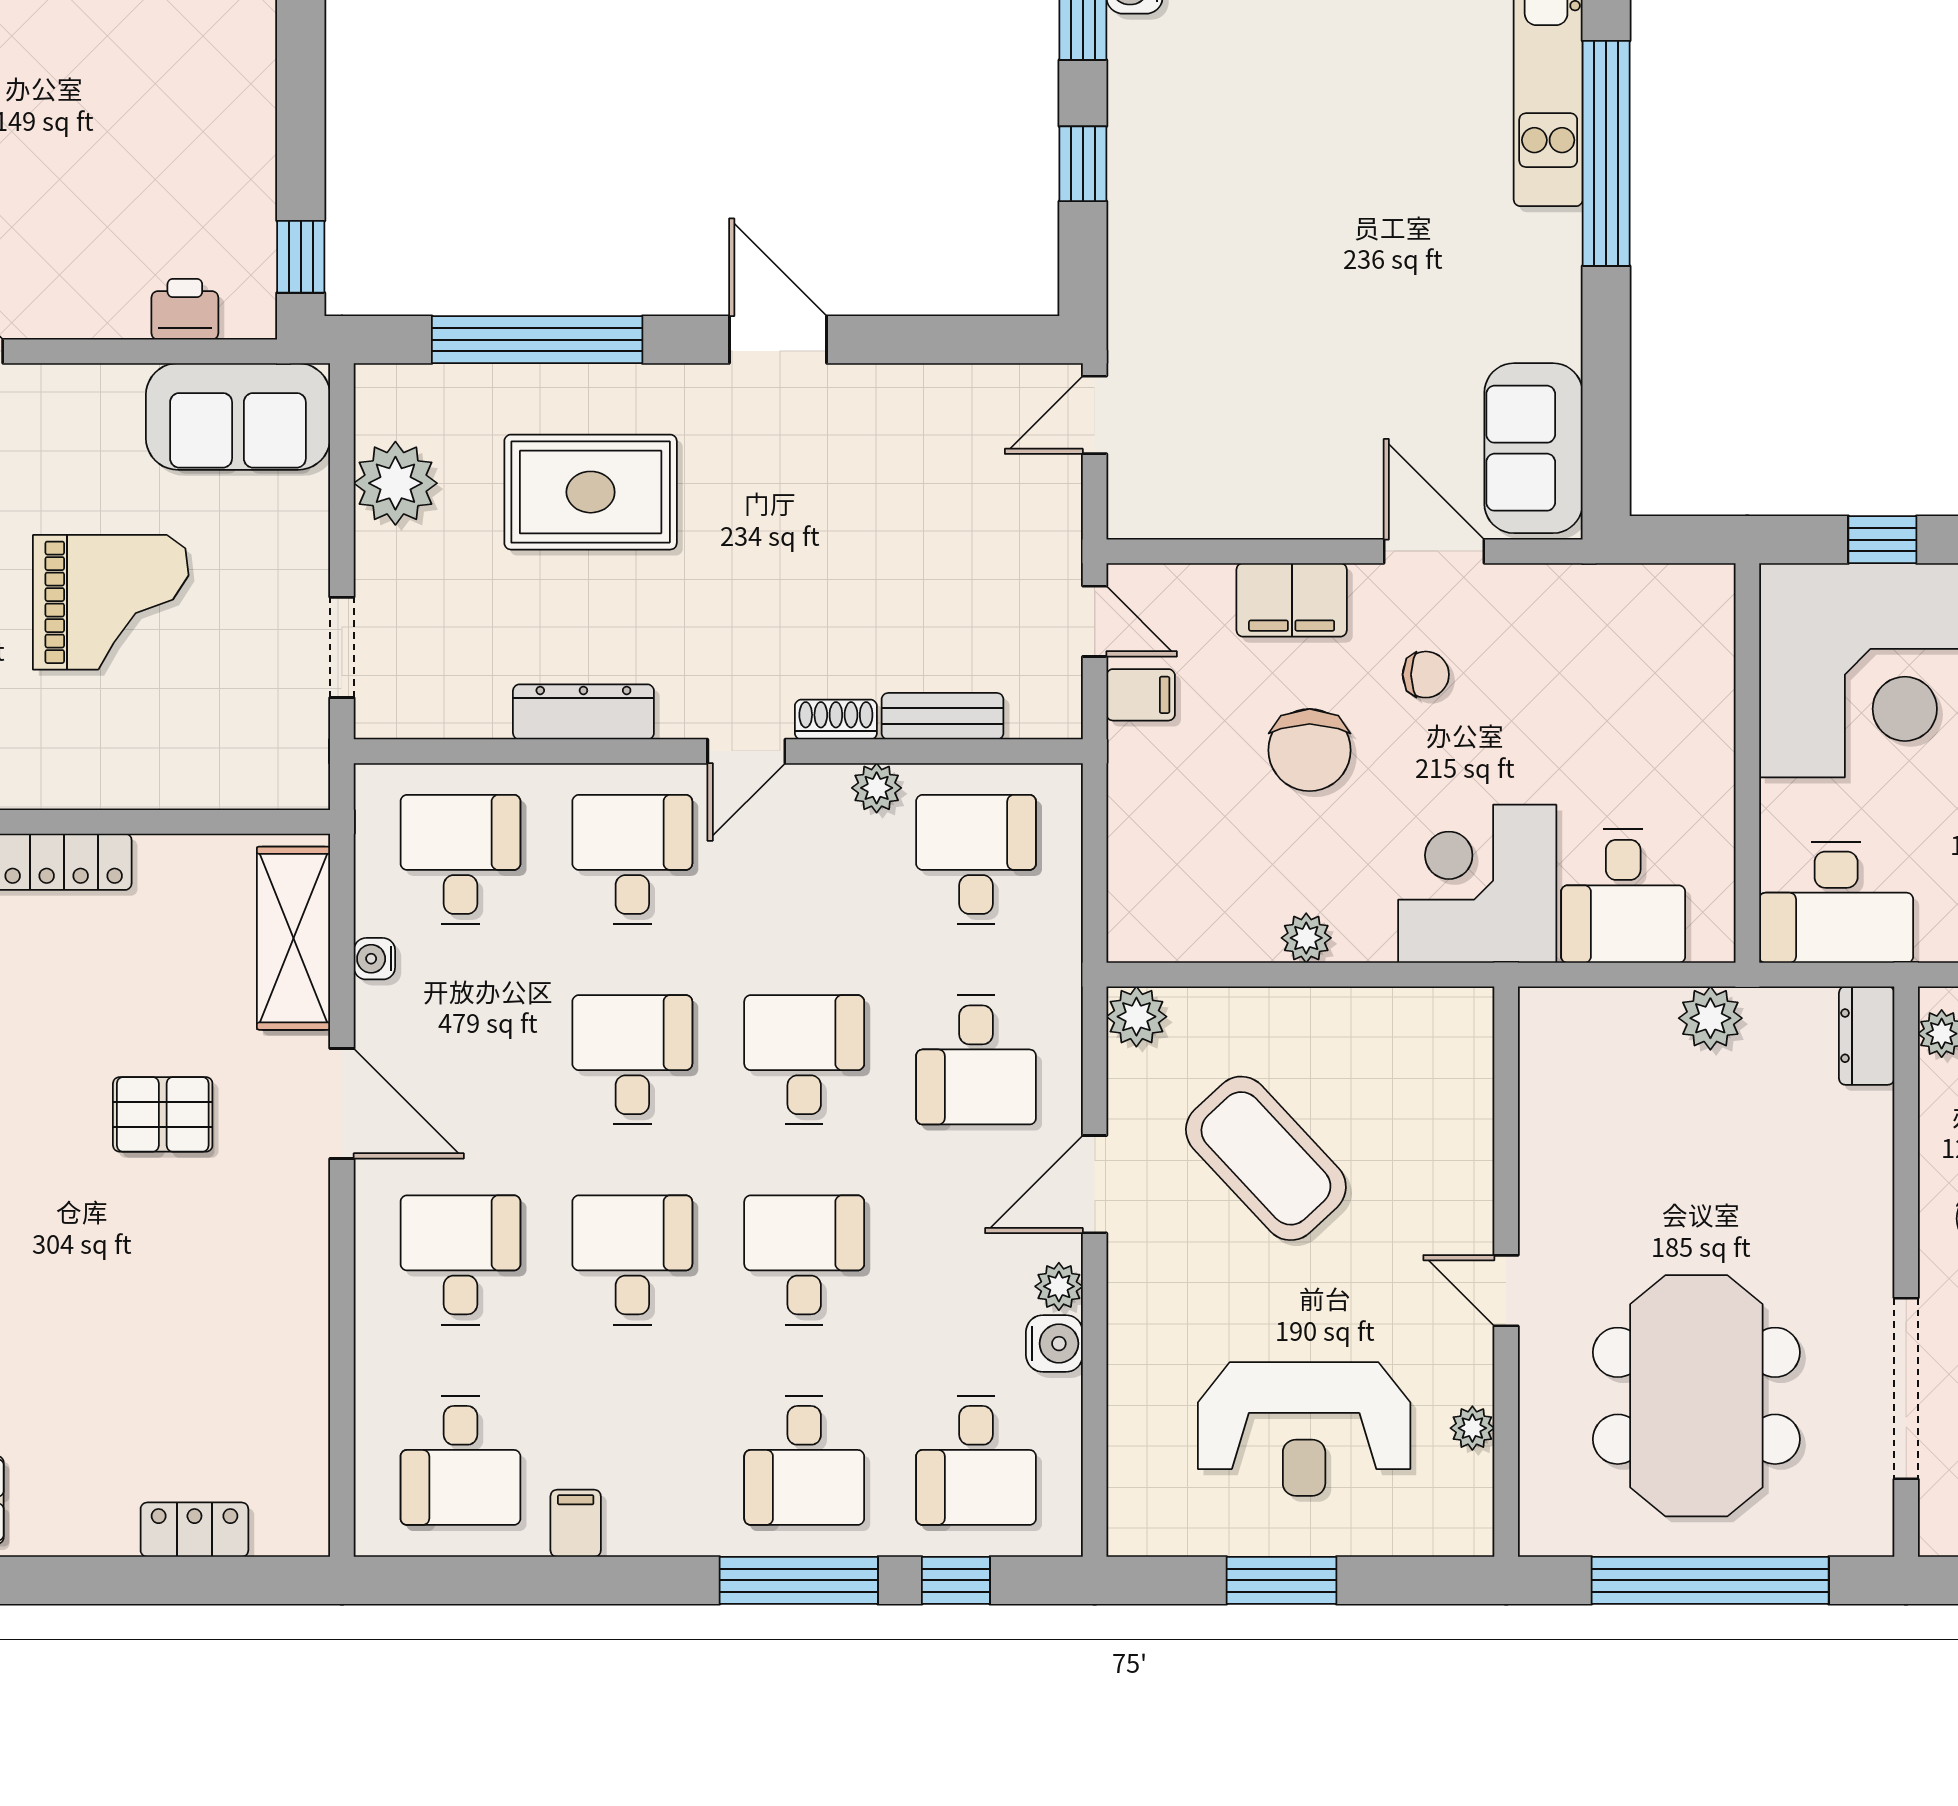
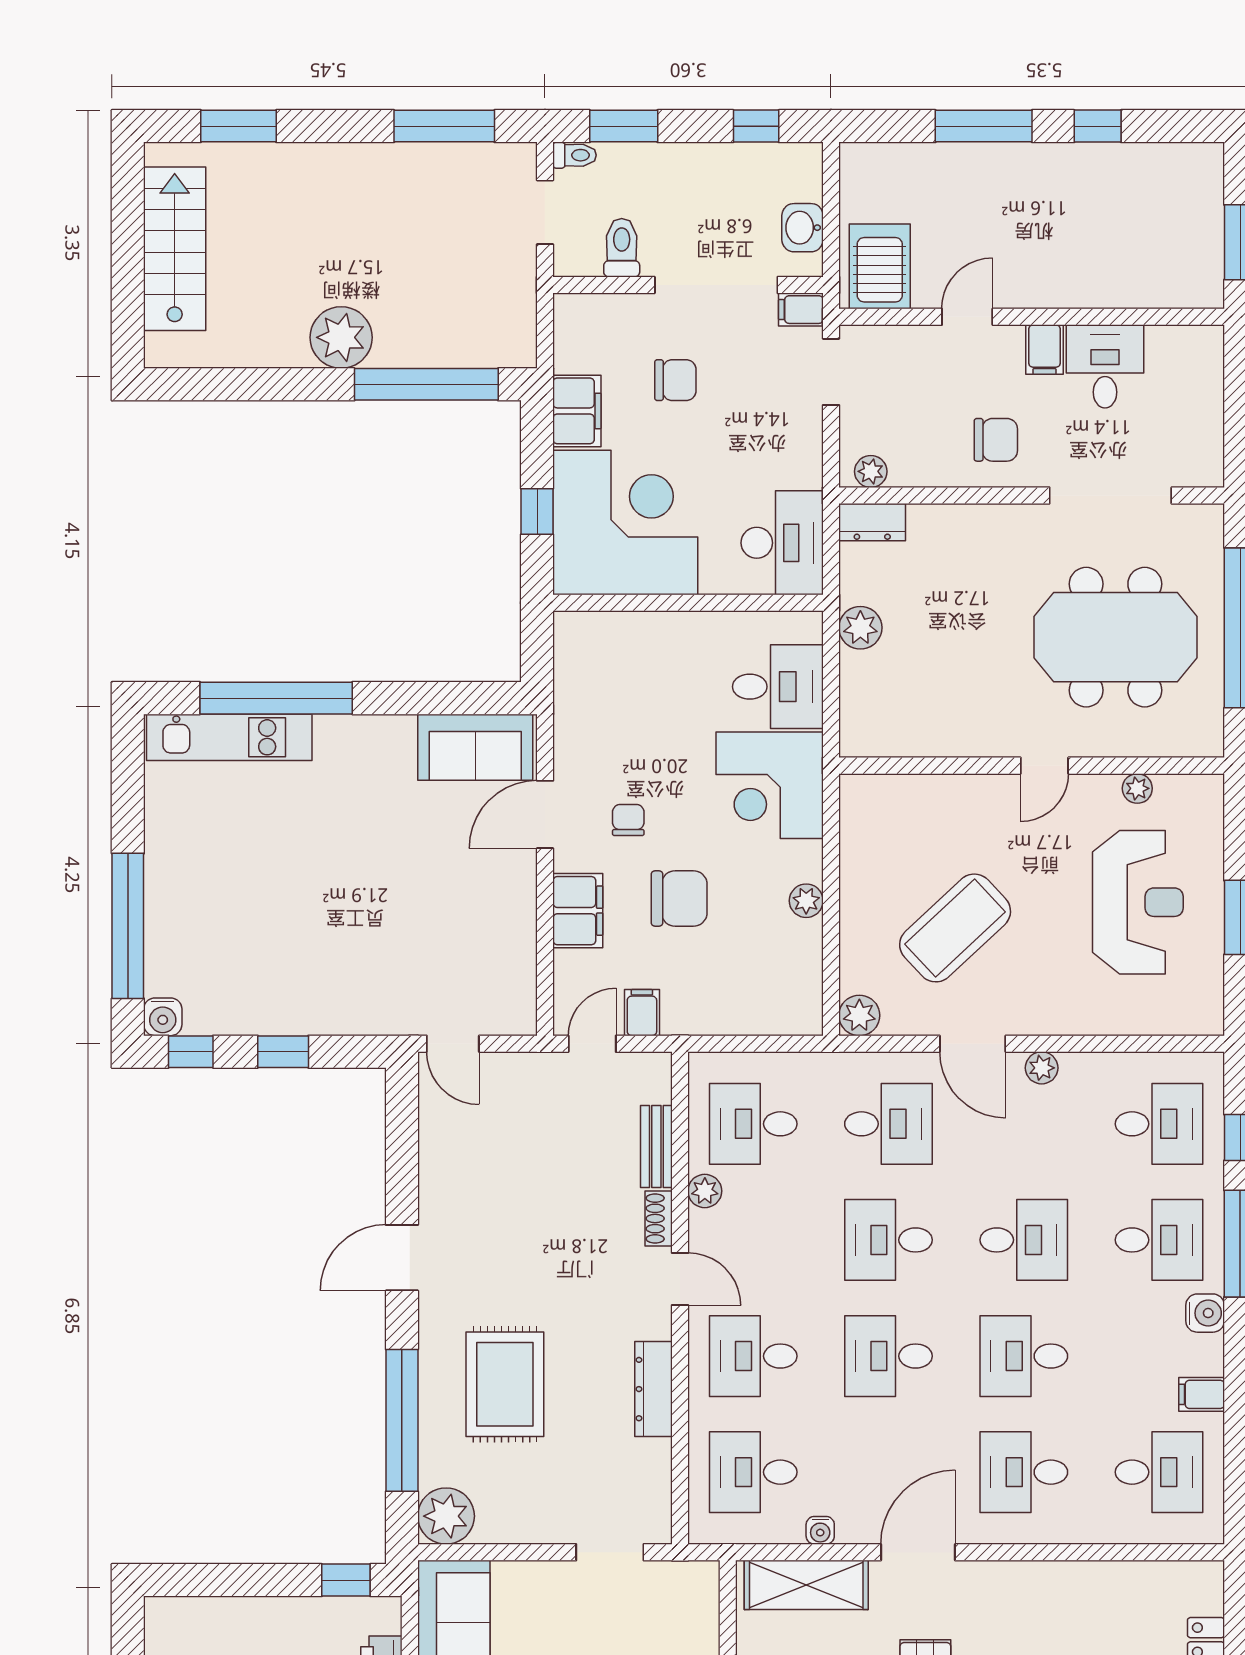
plant: (395, 483) -> (446, 1516), moved
desk: (804, 1260) -> (1024, 1240), turned 180
water cooler: (1054, 1344) -> (1205, 1313), moved, turned 90

